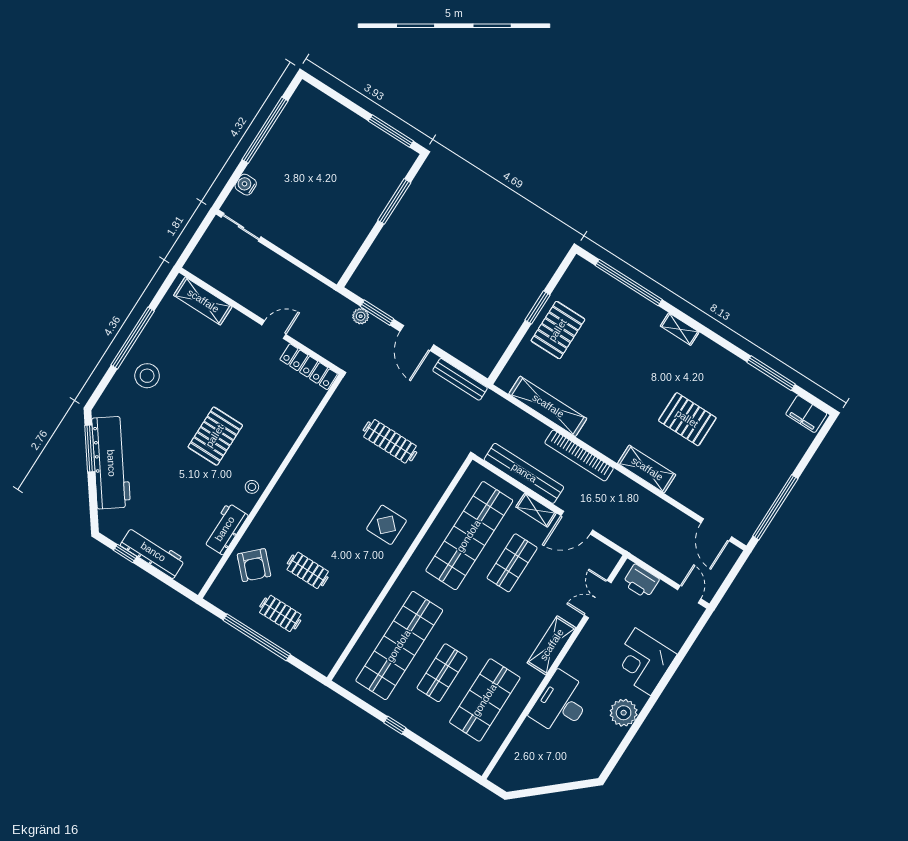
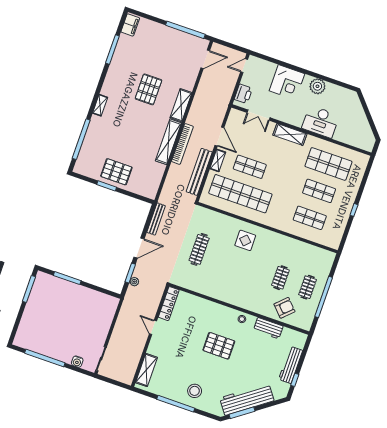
shelving: (548, 406) -> (168, 142), moved
shop shelf: (399, 646) -> (310, 218), width x0.50, depth x0.74

